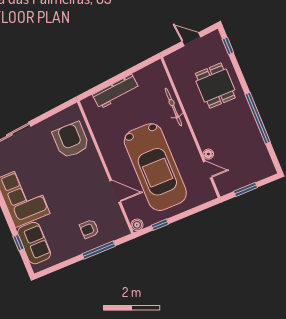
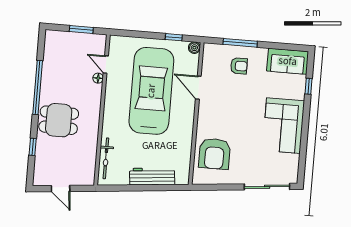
window: (228, 46) -> (33, 147), moved
dining table: (215, 86) -> (59, 120), moved, turned 90
bicycle: (173, 107) -> (106, 158), moved
sofa: (34, 243) -> (288, 61), moved, turned -90

